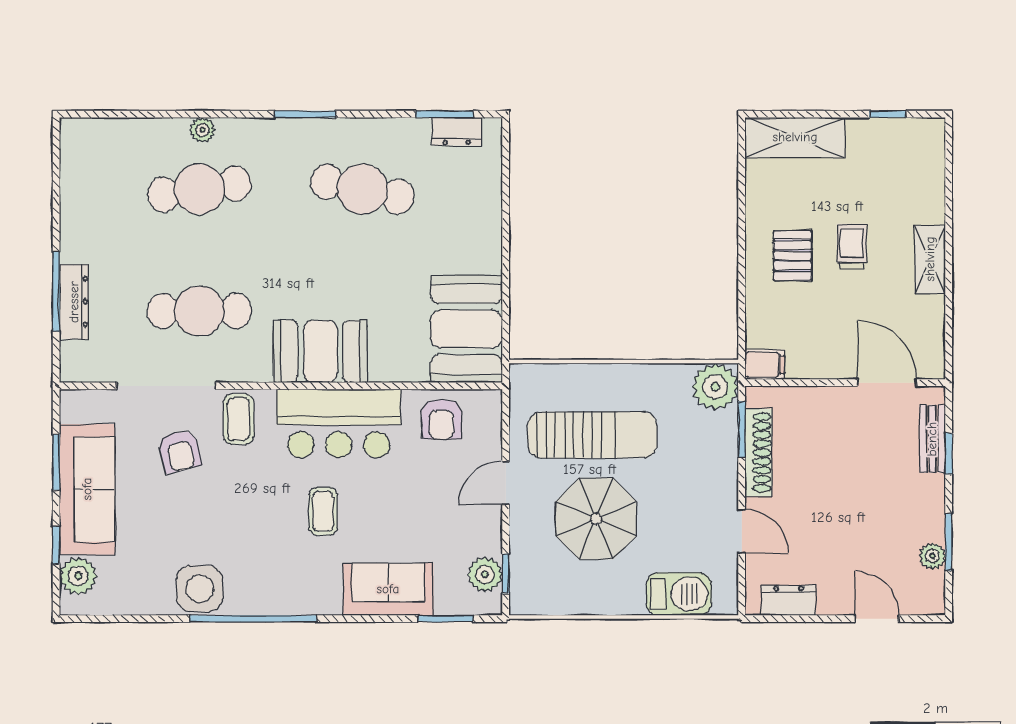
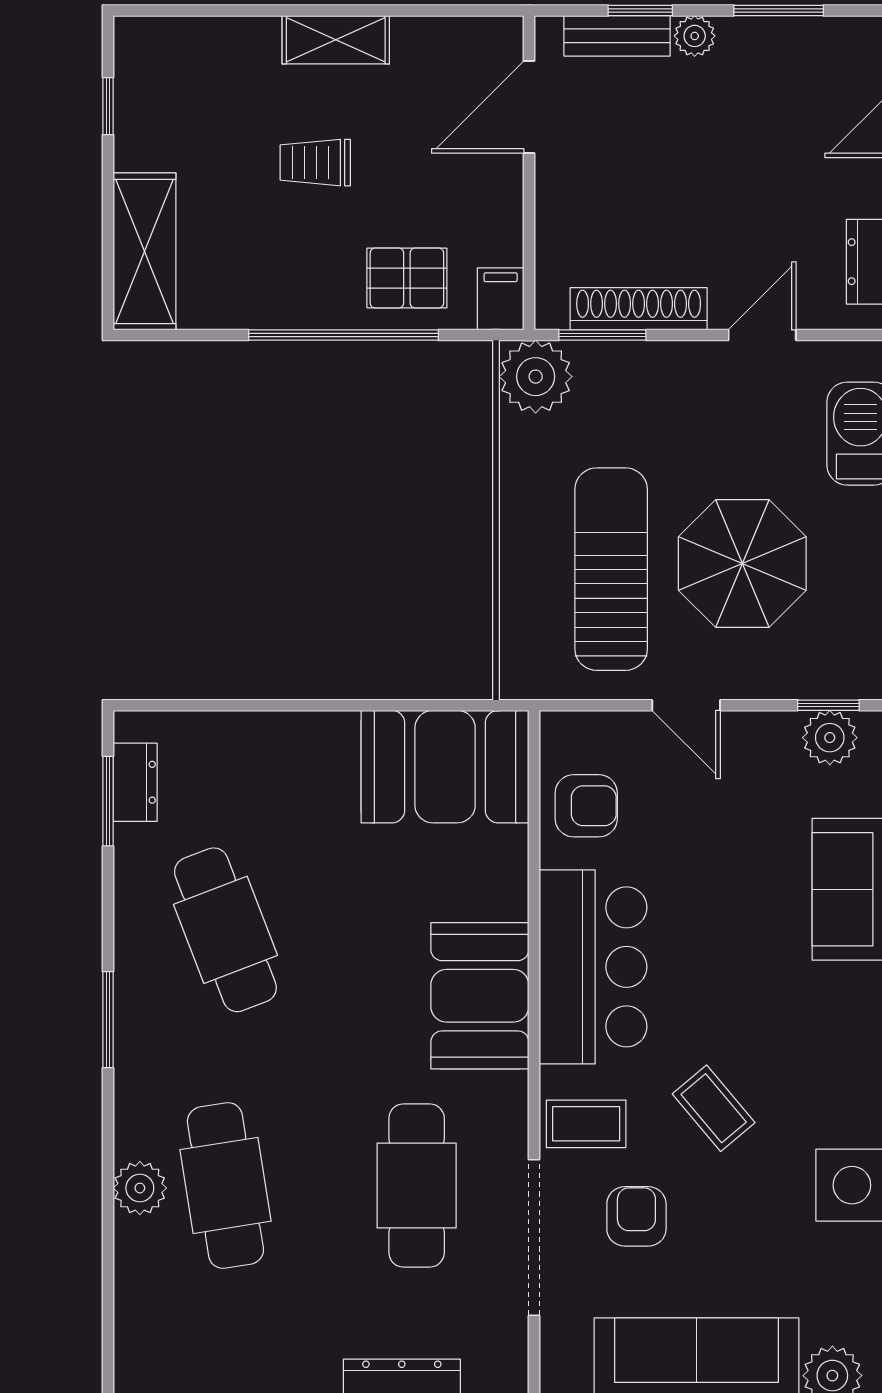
plant: (202, 130) -> (140, 1188), width x1.38, depth x1.38
cafe table: (362, 189) -> (225, 930), turned -33
pallet: (793, 256) -> (407, 278), moved
window: (742, 264) -> (344, 335), added
armchair: (180, 451) -> (636, 1216), turned -76
coffee table: (323, 511) -> (714, 1108), moved, turned 50
plant: (932, 556) -> (695, 36), moved

